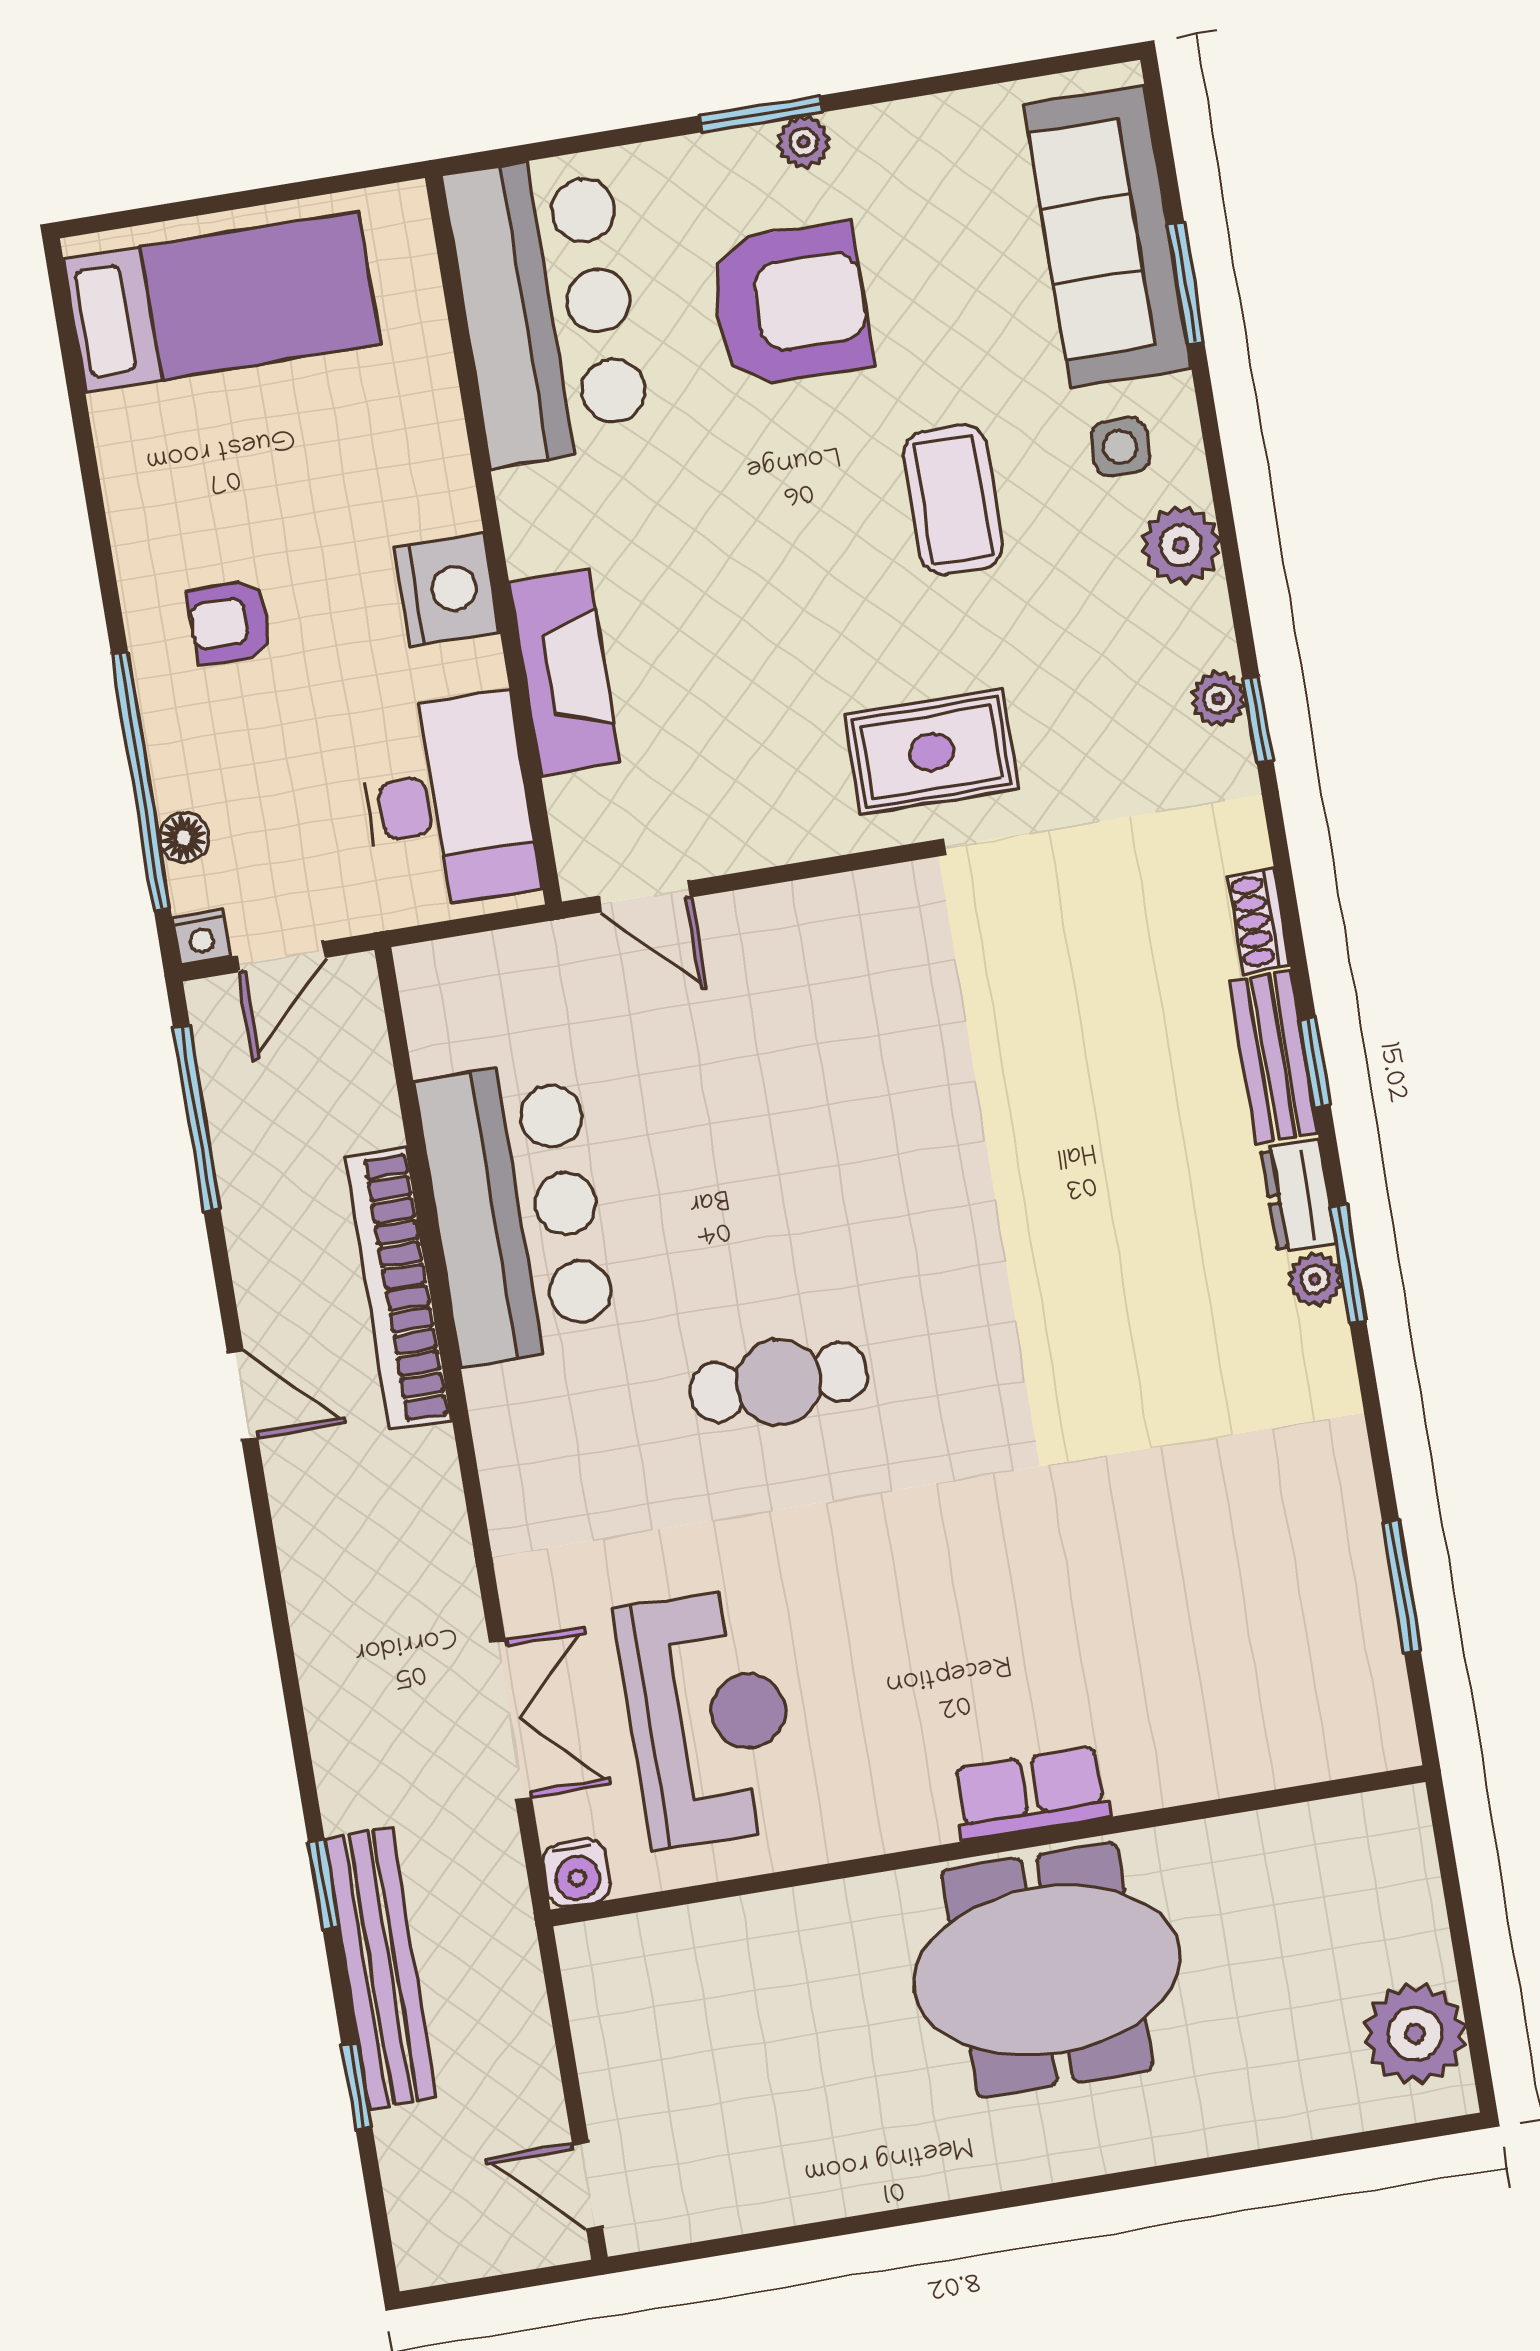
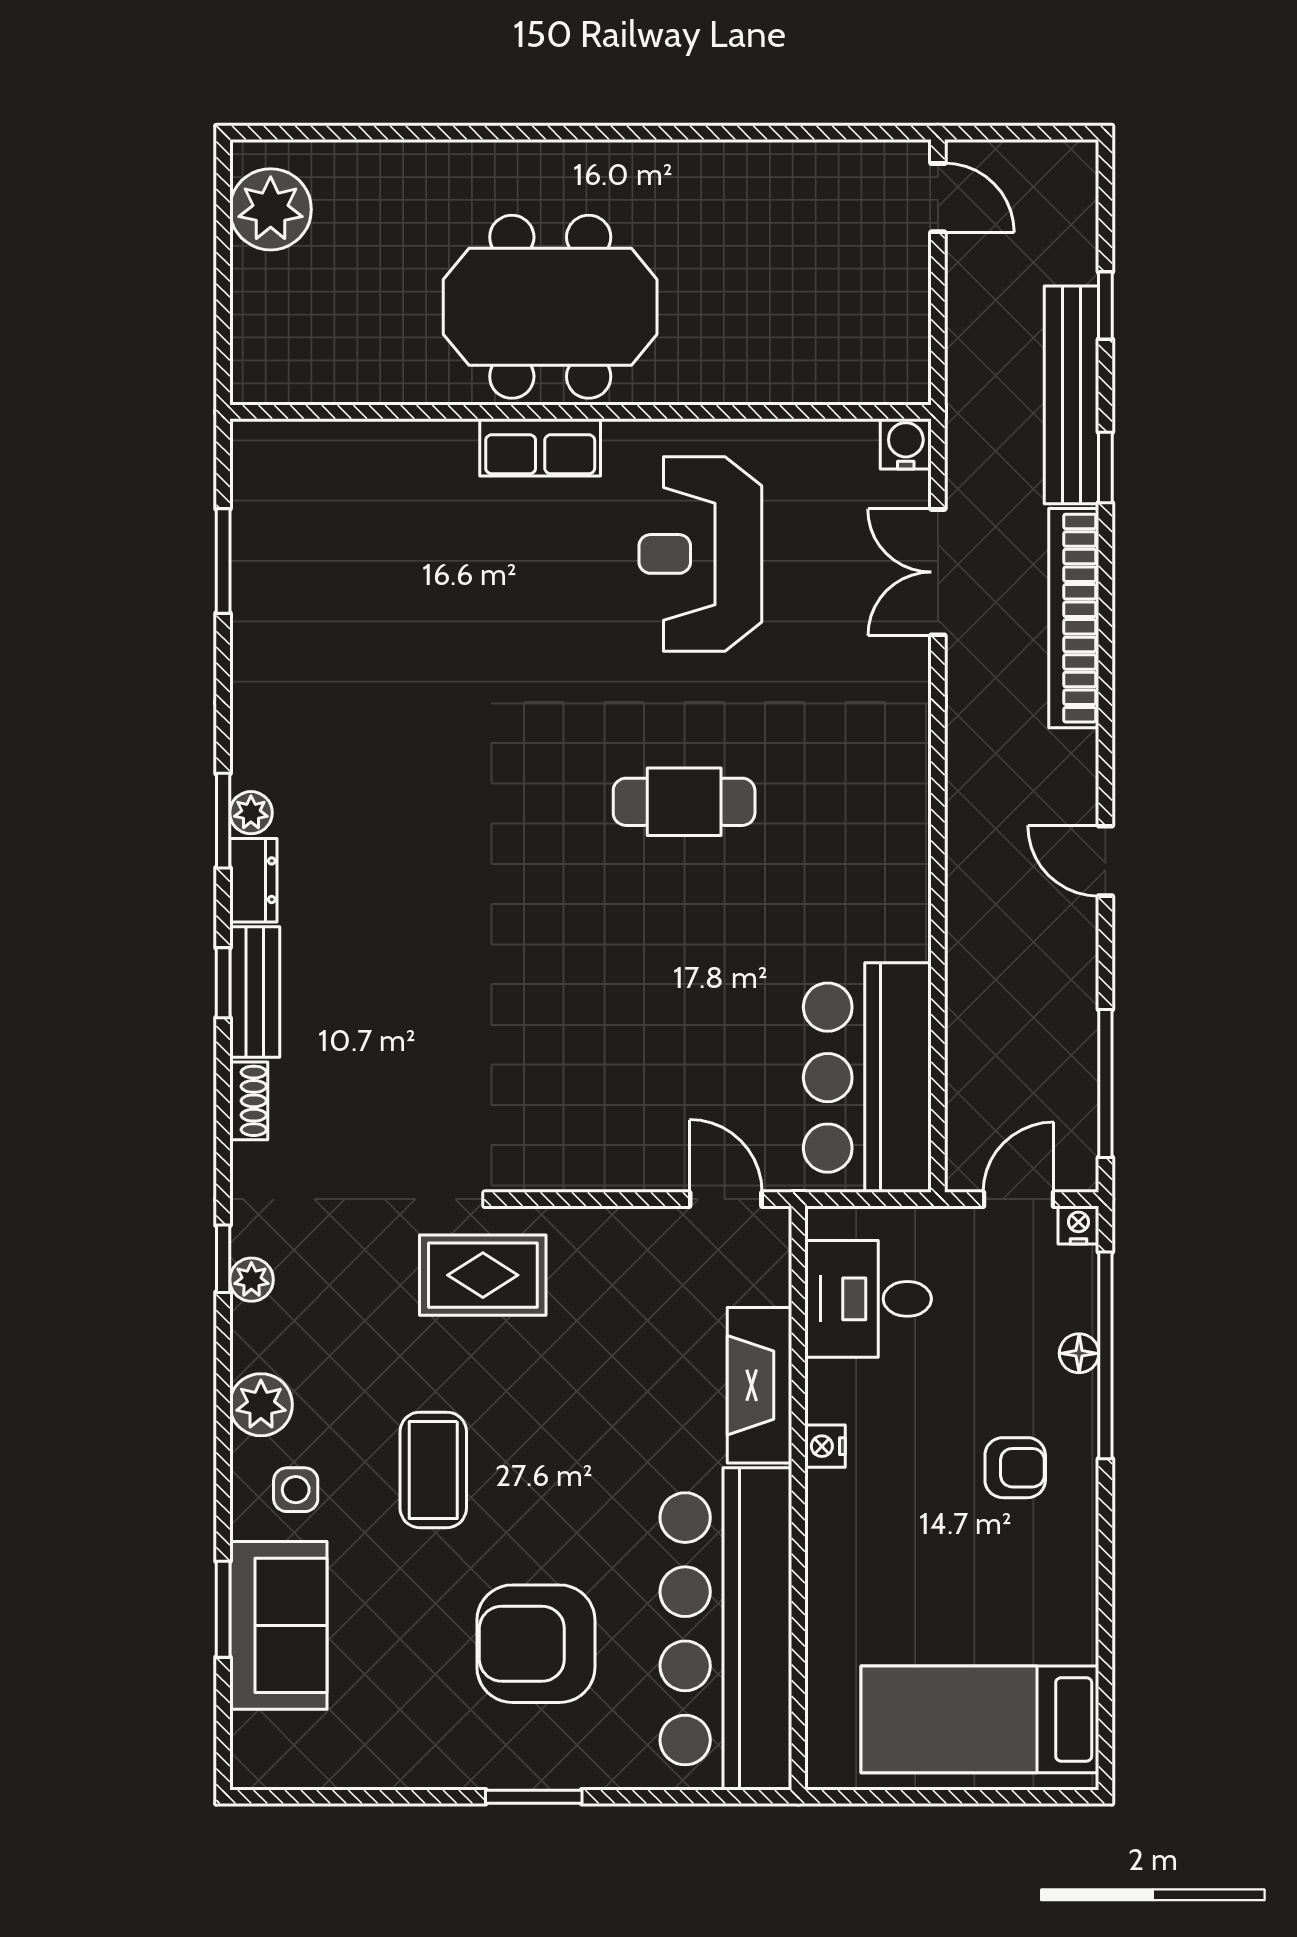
plant: (804, 142) -> (504, 1769), removed
sofa: (1107, 237) -> (278, 1625), width x0.73
bar counter: (548, 309) -> (726, 1629), width x1.36
nightstand: (447, 590) -> (825, 1446), width x0.53, depth x0.56
desk: (448, 802) -> (868, 1299), width x0.73
floor lamp: (184, 838) -> (1079, 1353), moved
bar counter: (516, 1212) -> (867, 1078), moved
bookcase: (399, 1288) -> (1074, 618), moved, turned 180
reception desk: (708, 1718) -> (700, 554), moved

